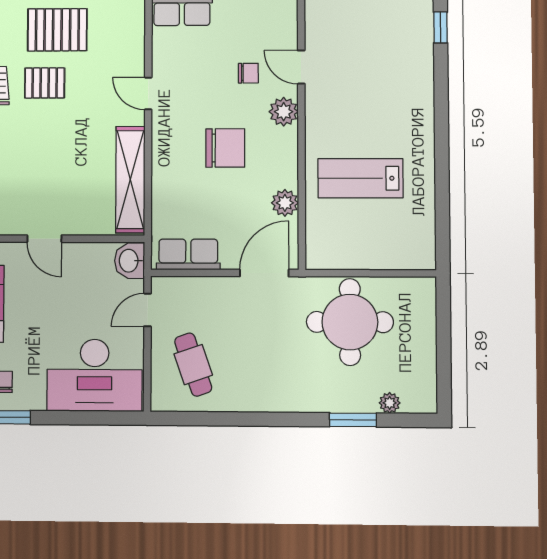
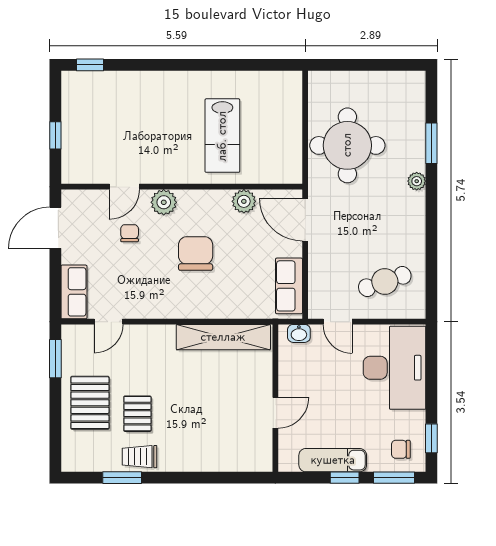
door: (148, 94) -> (109, 322), moved
washbasin: (130, 261) -> (299, 333), width x0.72, depth x0.69
plant: (390, 403) -> (417, 181), moved

